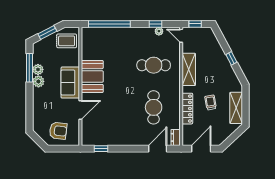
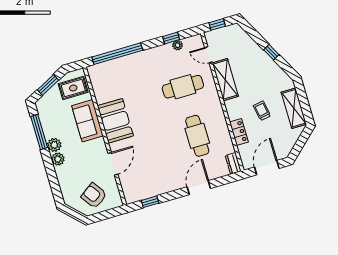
door: (181, 36) -> (208, 55), moved
plant: (38, 69) -> (58, 159), moved
sofa: (70, 83) -> (88, 121), moved
locker: (187, 109) -> (239, 132), width x0.66
armchair: (58, 131) -> (94, 196), turned -132
door: (158, 149) -> (199, 188), moved

